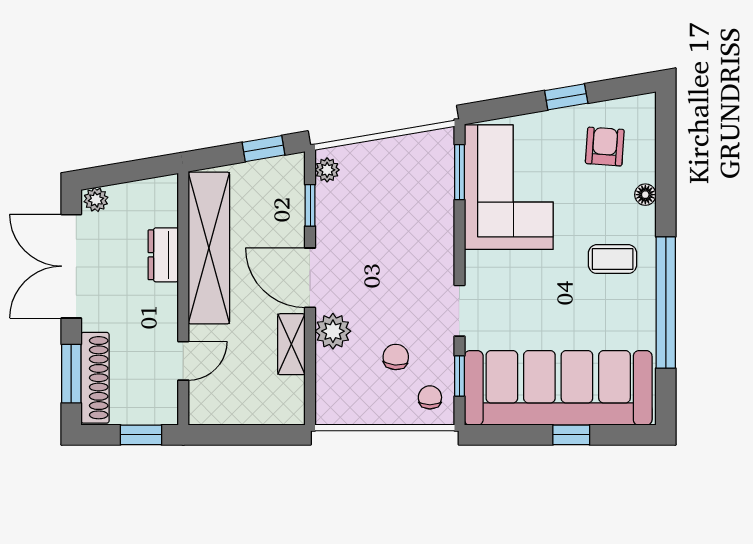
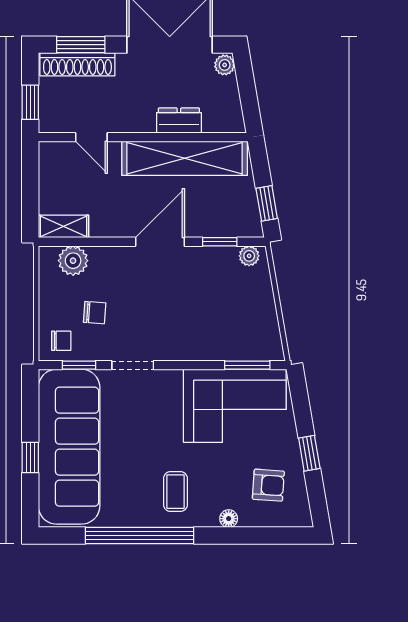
plant: (333, 331) -> (73, 261), moved
shelving: (291, 344) -> (63, 226), moved

